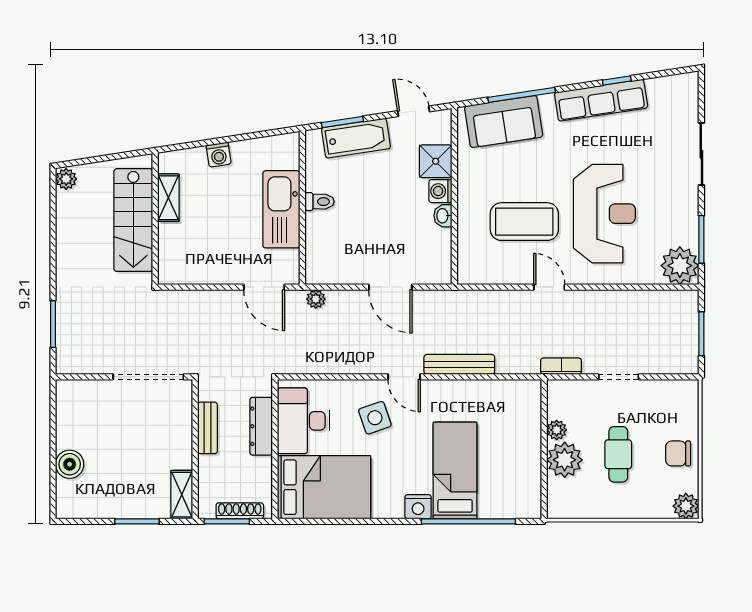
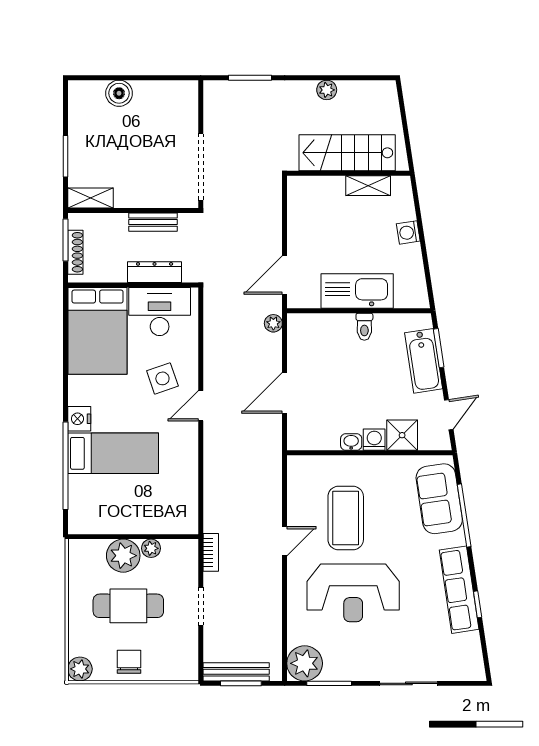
plant: (66, 179) -> (327, 90), moved
bench: (459, 364) -> (236, 672), moved, turned 90
cafe table: (618, 454) -> (128, 606), width x1.37, depth x1.35

